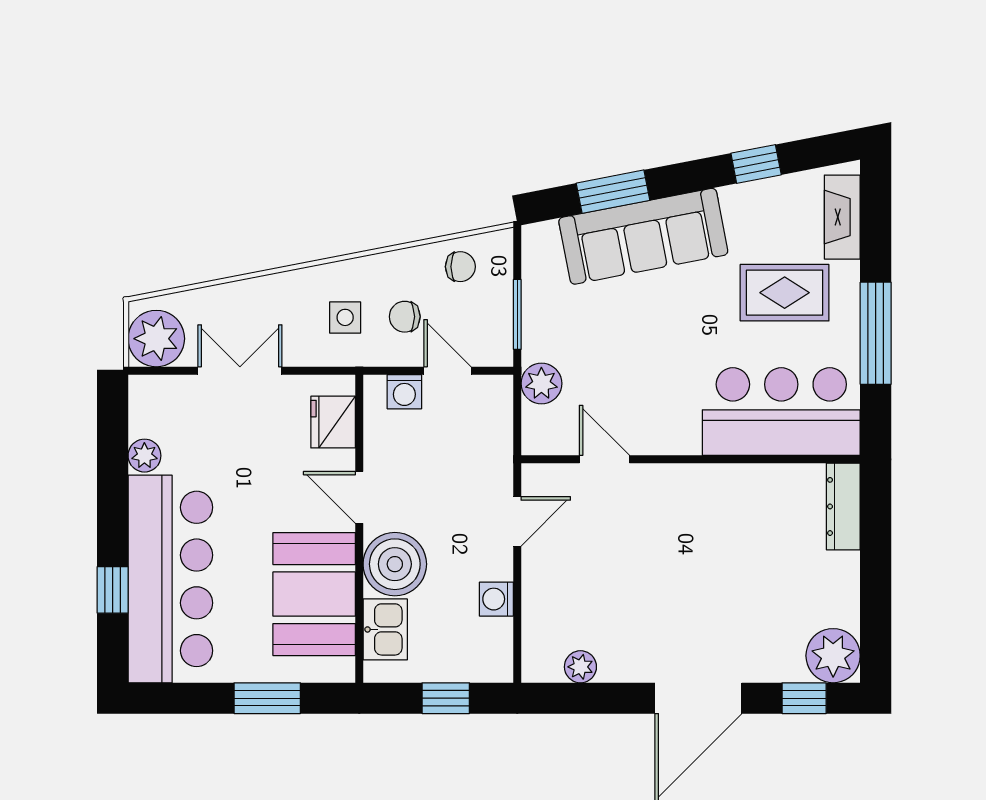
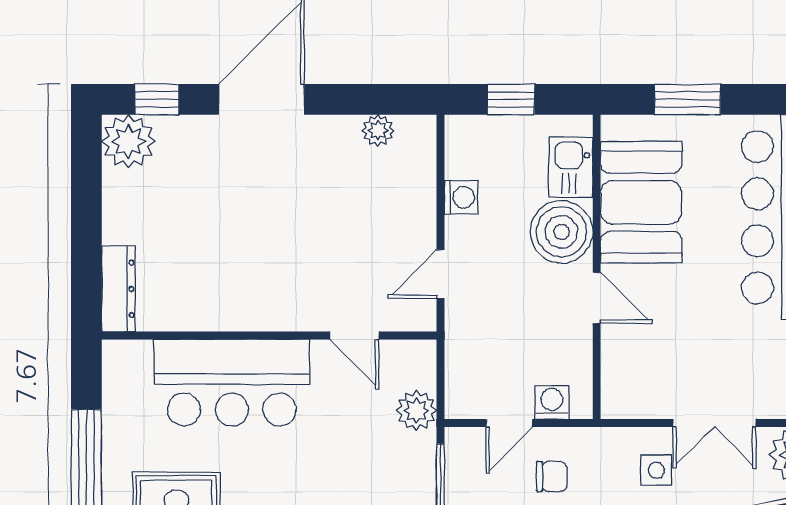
side table: (345, 317) -> (656, 470), moved
door: (448, 371) -> (509, 423), hinge flipped
bar counter: (781, 412) -> (232, 383), moved
fridge: (333, 422) -> (622, 372), removed

